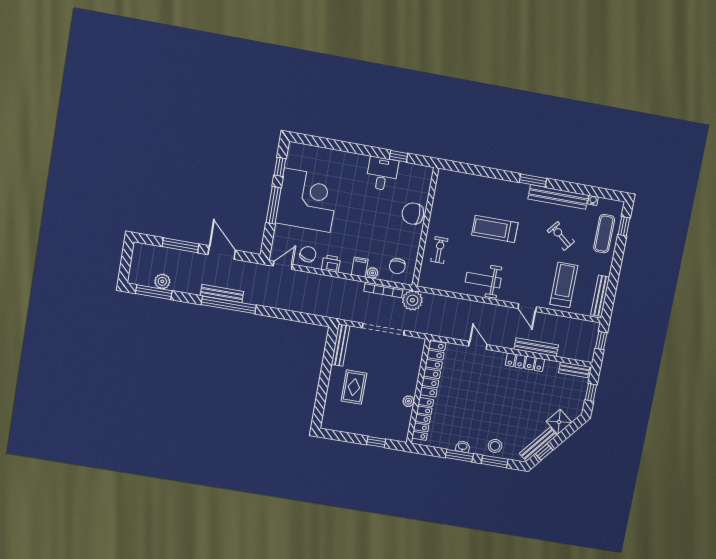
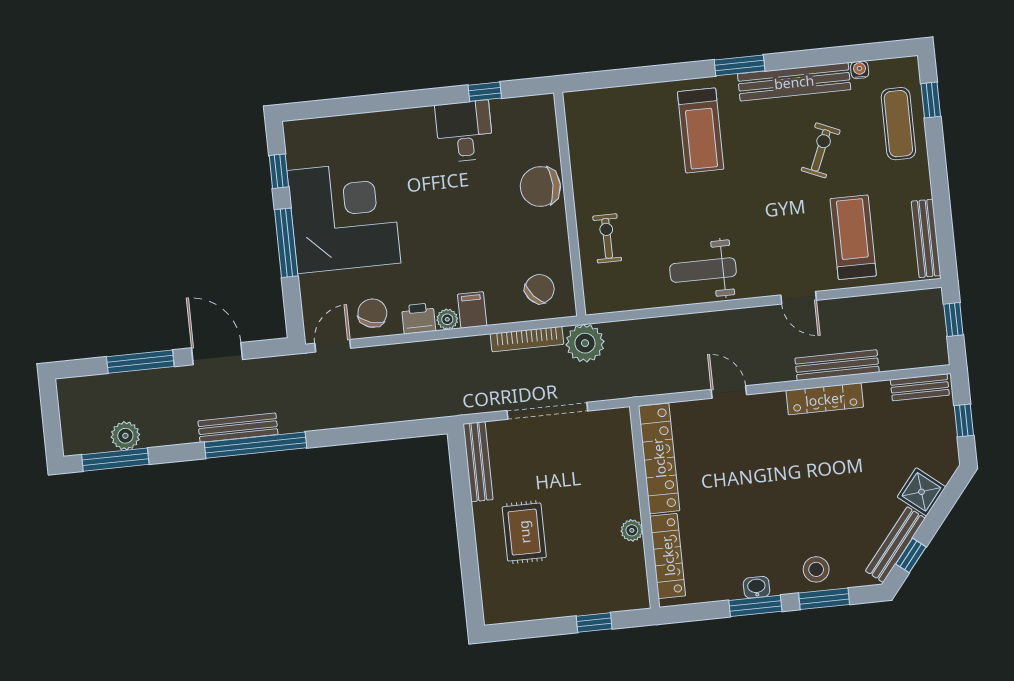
treadmill: (495, 229) -> (701, 130), moved, turned -90
exercise bike: (561, 236) -> (821, 150), turned 74
chair: (397, 266) -> (540, 289), turned -131
plant: (373, 273) -> (447, 319), moved

